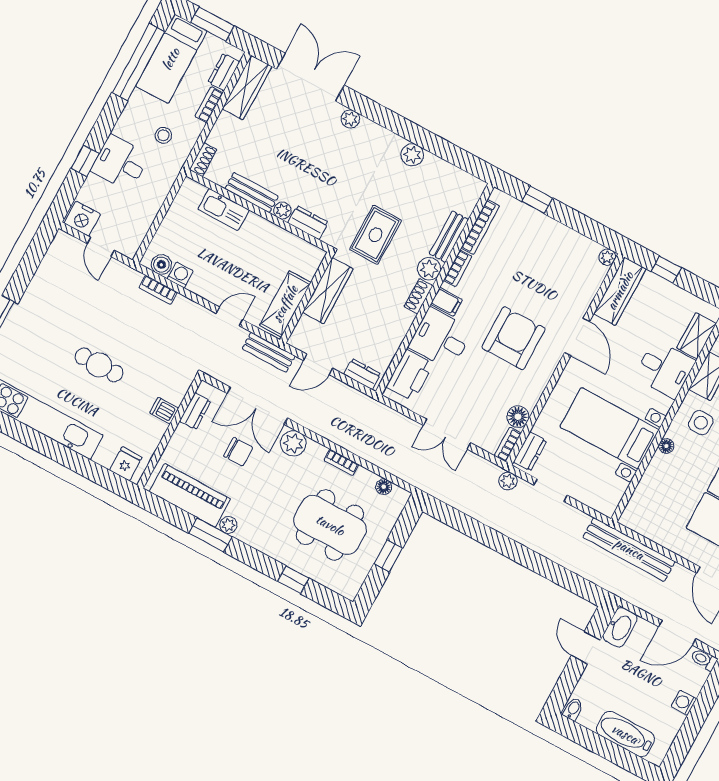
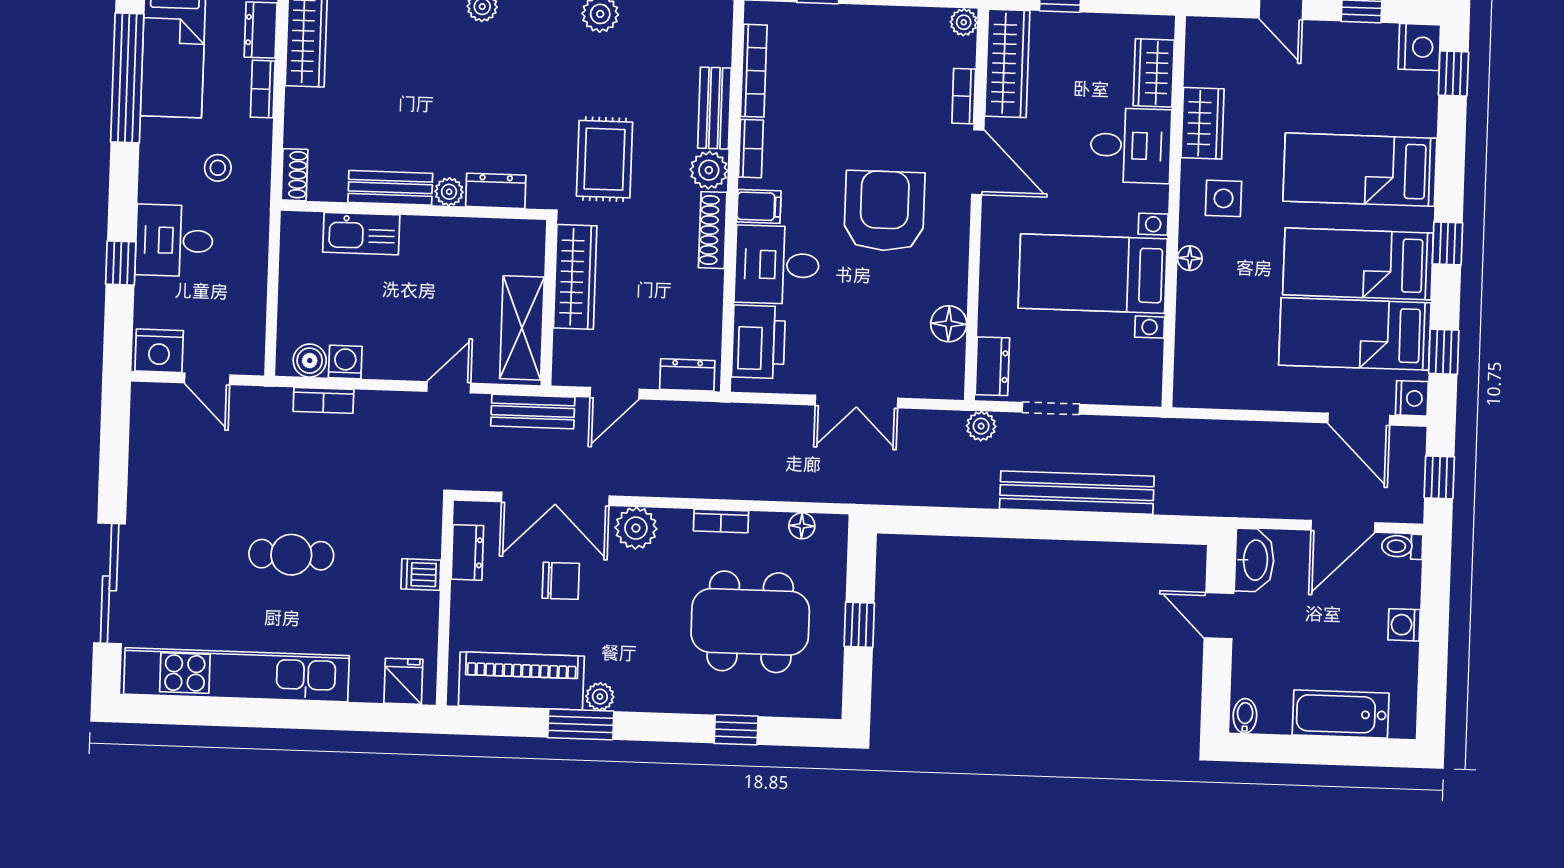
shoe rack: (418, 296) -> (713, 230), width x1.43
bookcase: (508, 444) -> (964, 96), moved
bench: (629, 549) -> (1077, 493), moved

